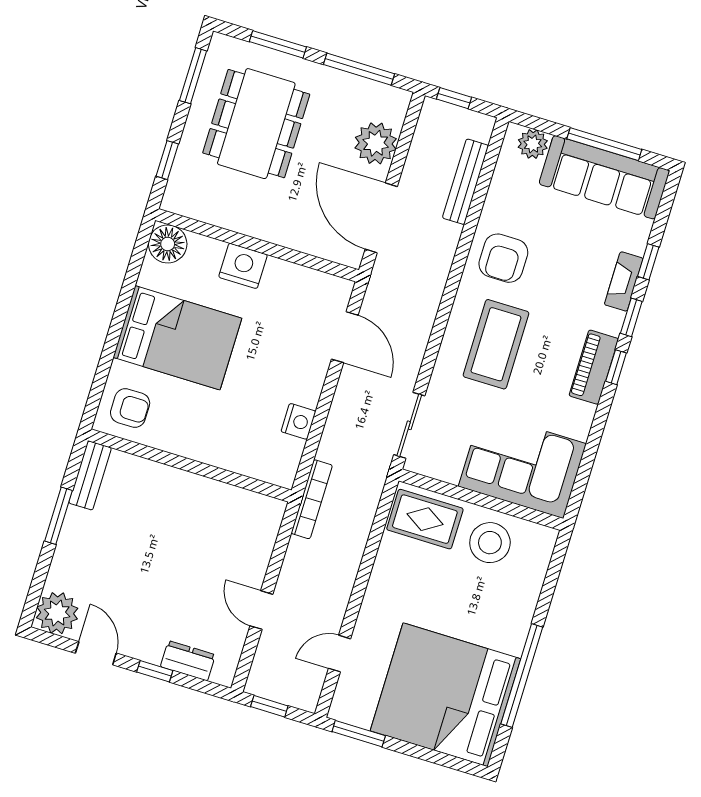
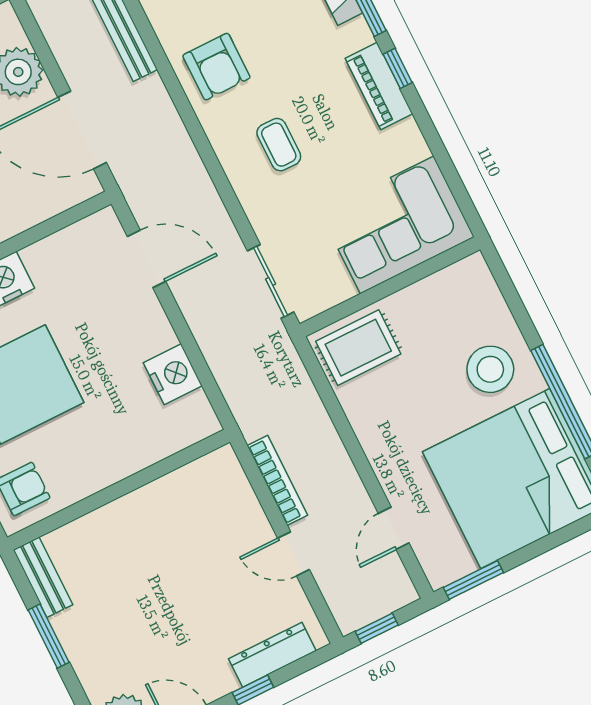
coffee table: (496, 344) -> (279, 145), width x0.54, depth x0.58
nightstand: (298, 421) -> (173, 374), width x1.36, depth x1.33
bookcase: (312, 499) -> (277, 480), moved
stool: (490, 543) -> (490, 369), moved
dresser: (188, 661) -> (272, 655), width x1.44

